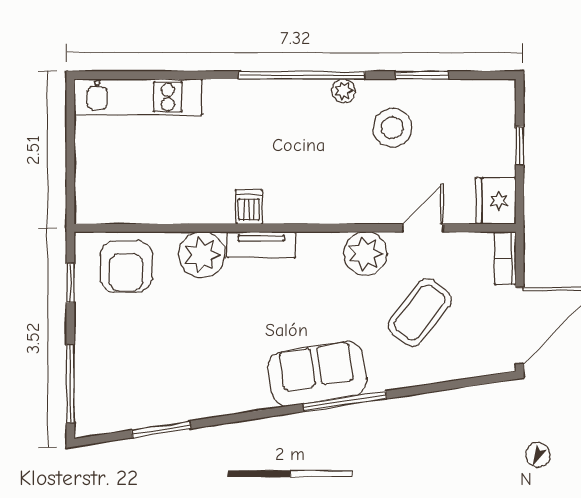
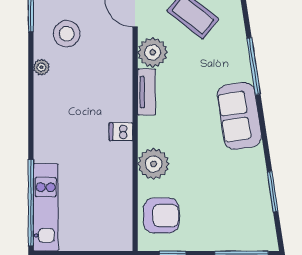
window: (302, 75) -> (31, 203), moved
tv unit: (261, 245) -> (147, 92), moved
sofa: (317, 374) -> (239, 116), moved

